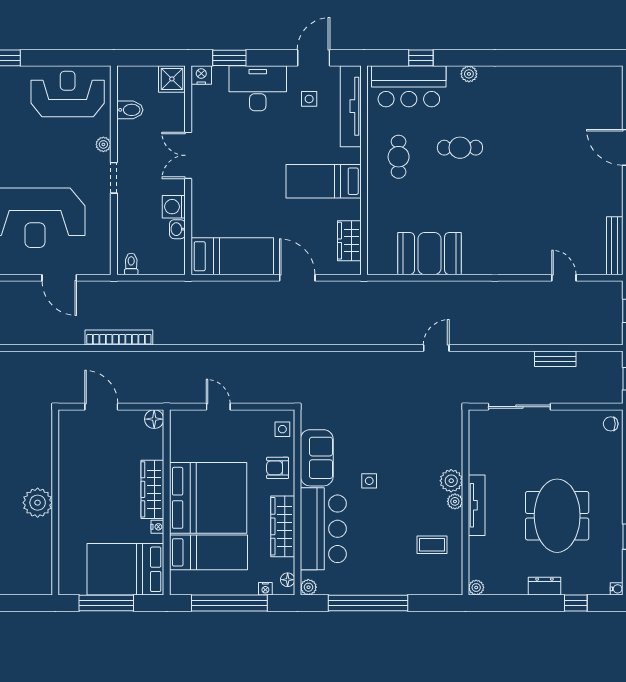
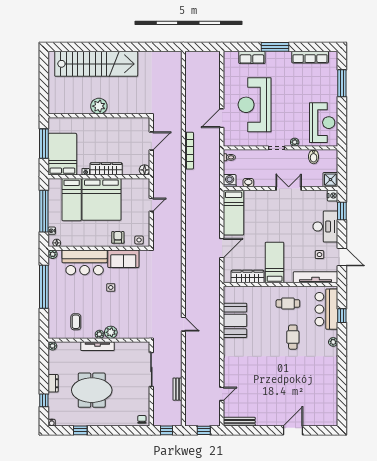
washing machine: (174, 207) -> (230, 181), moved
wardrobe: (349, 241) -> (248, 277), width x1.50
wardrobe: (283, 526) -> (86, 240), removed

